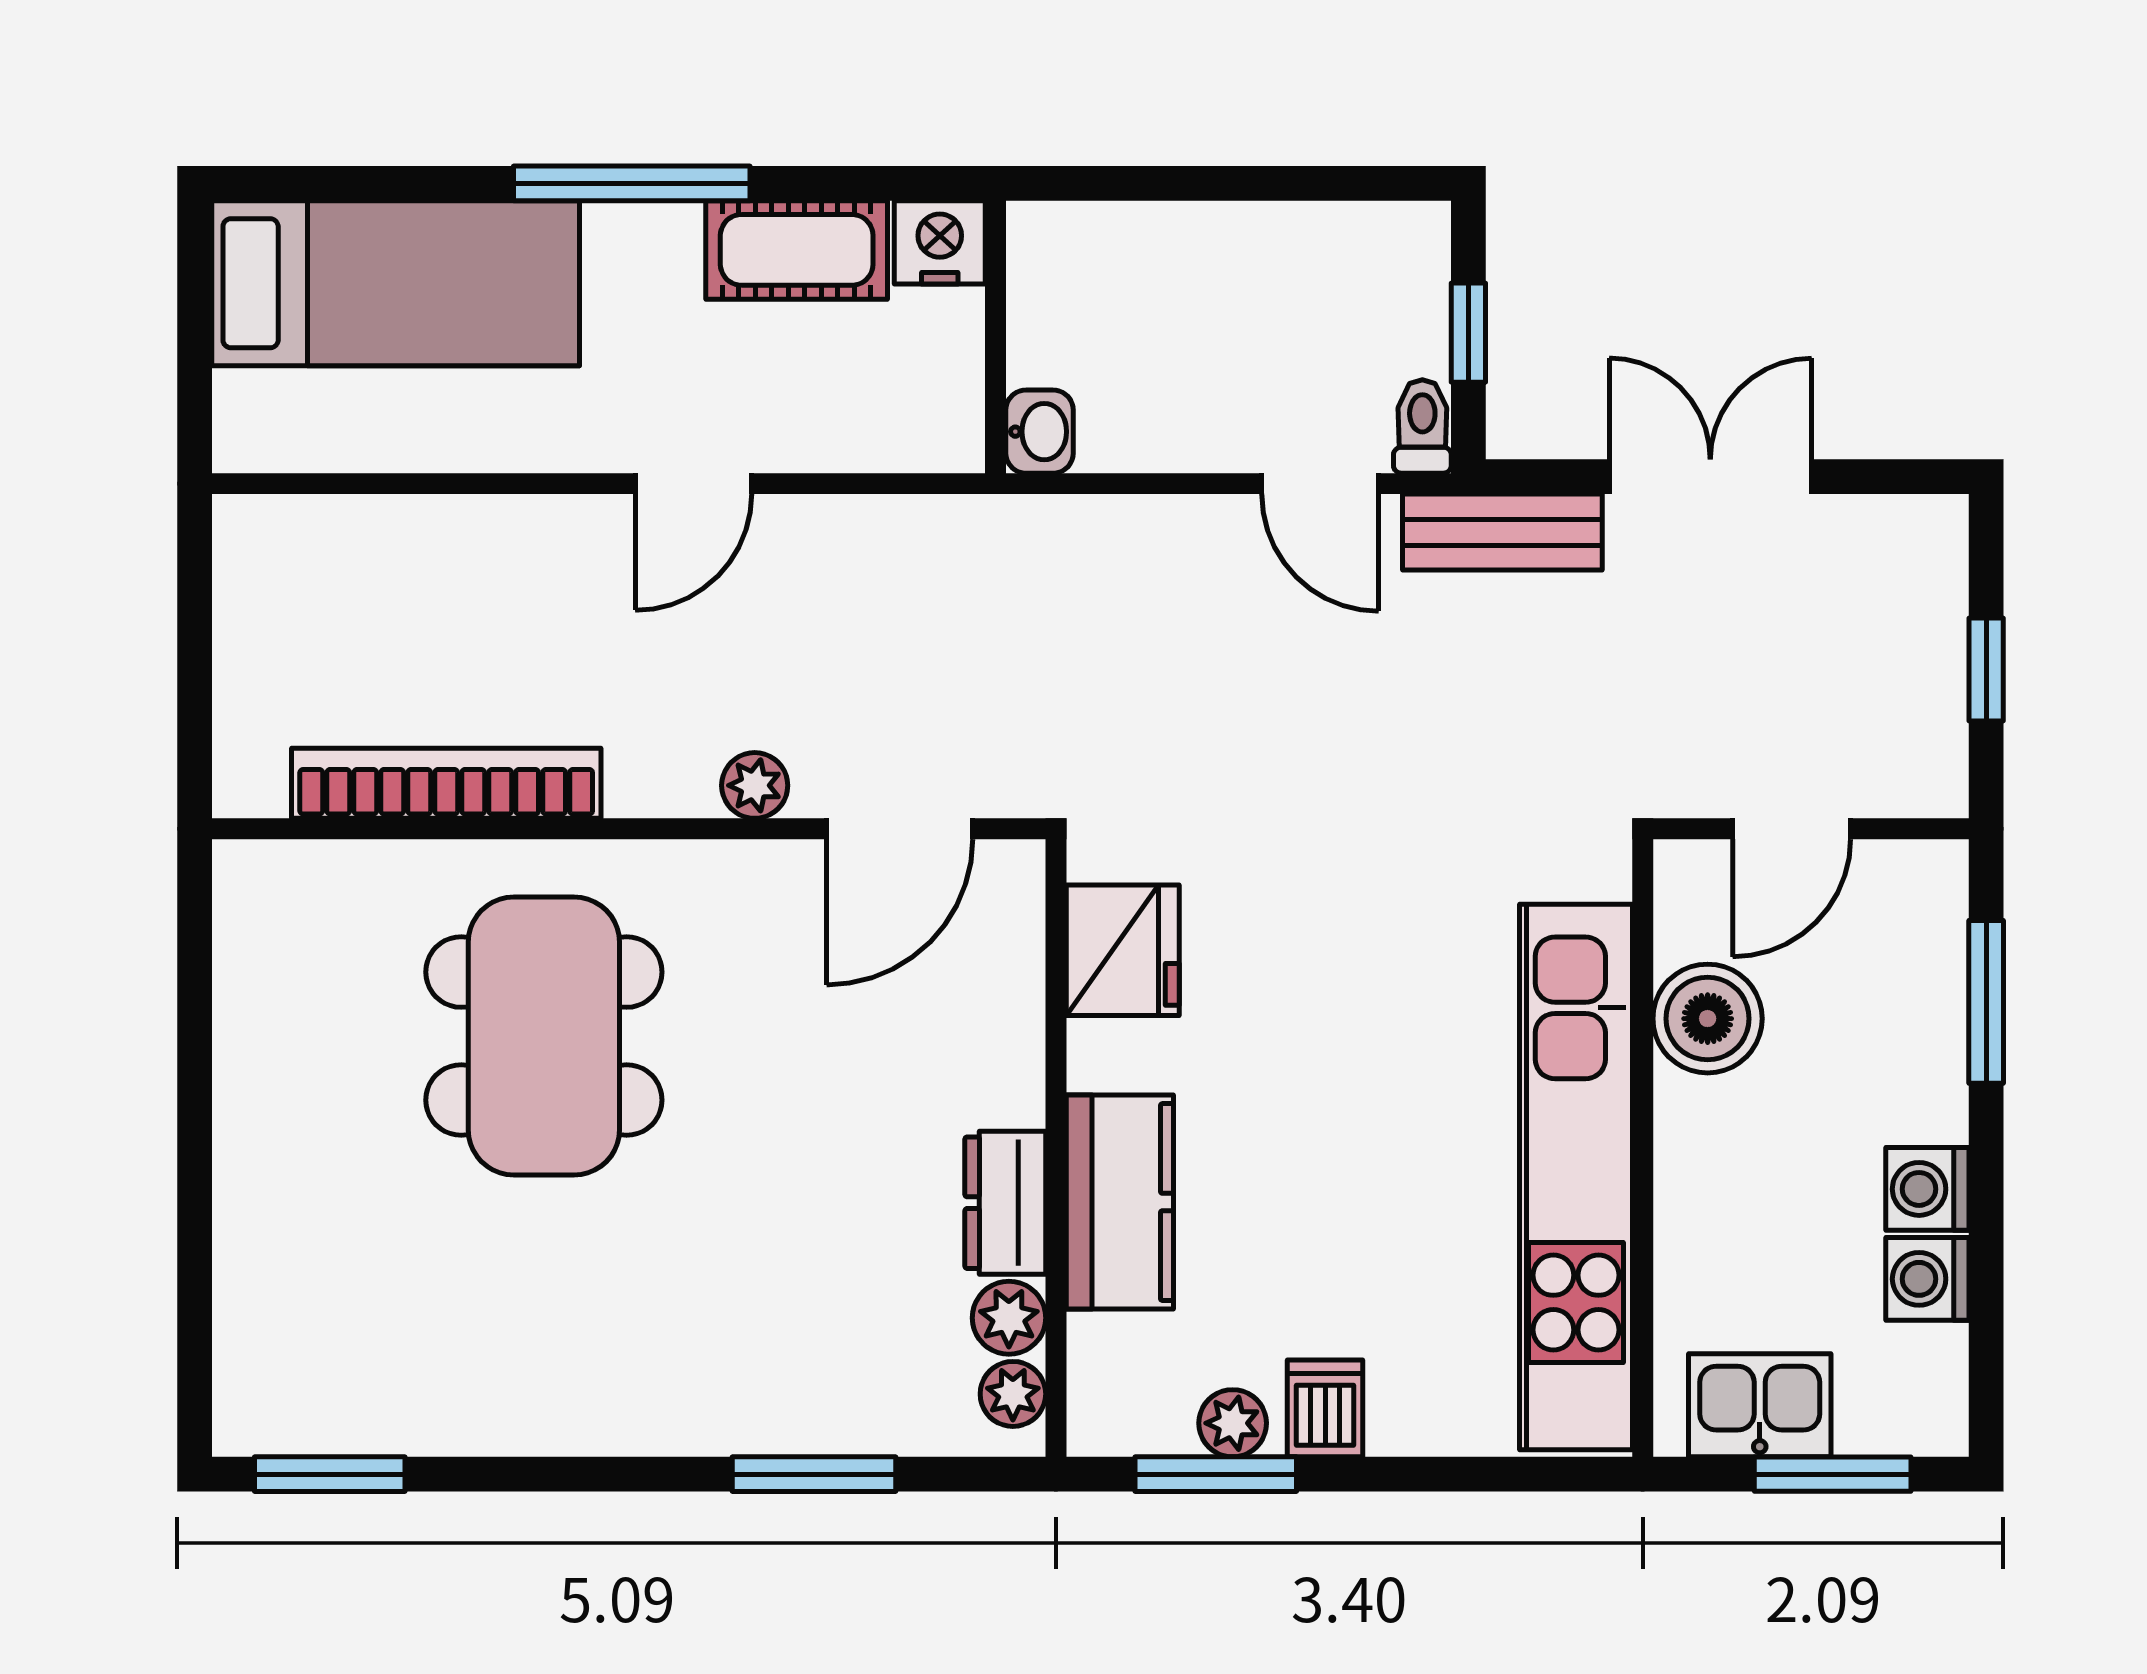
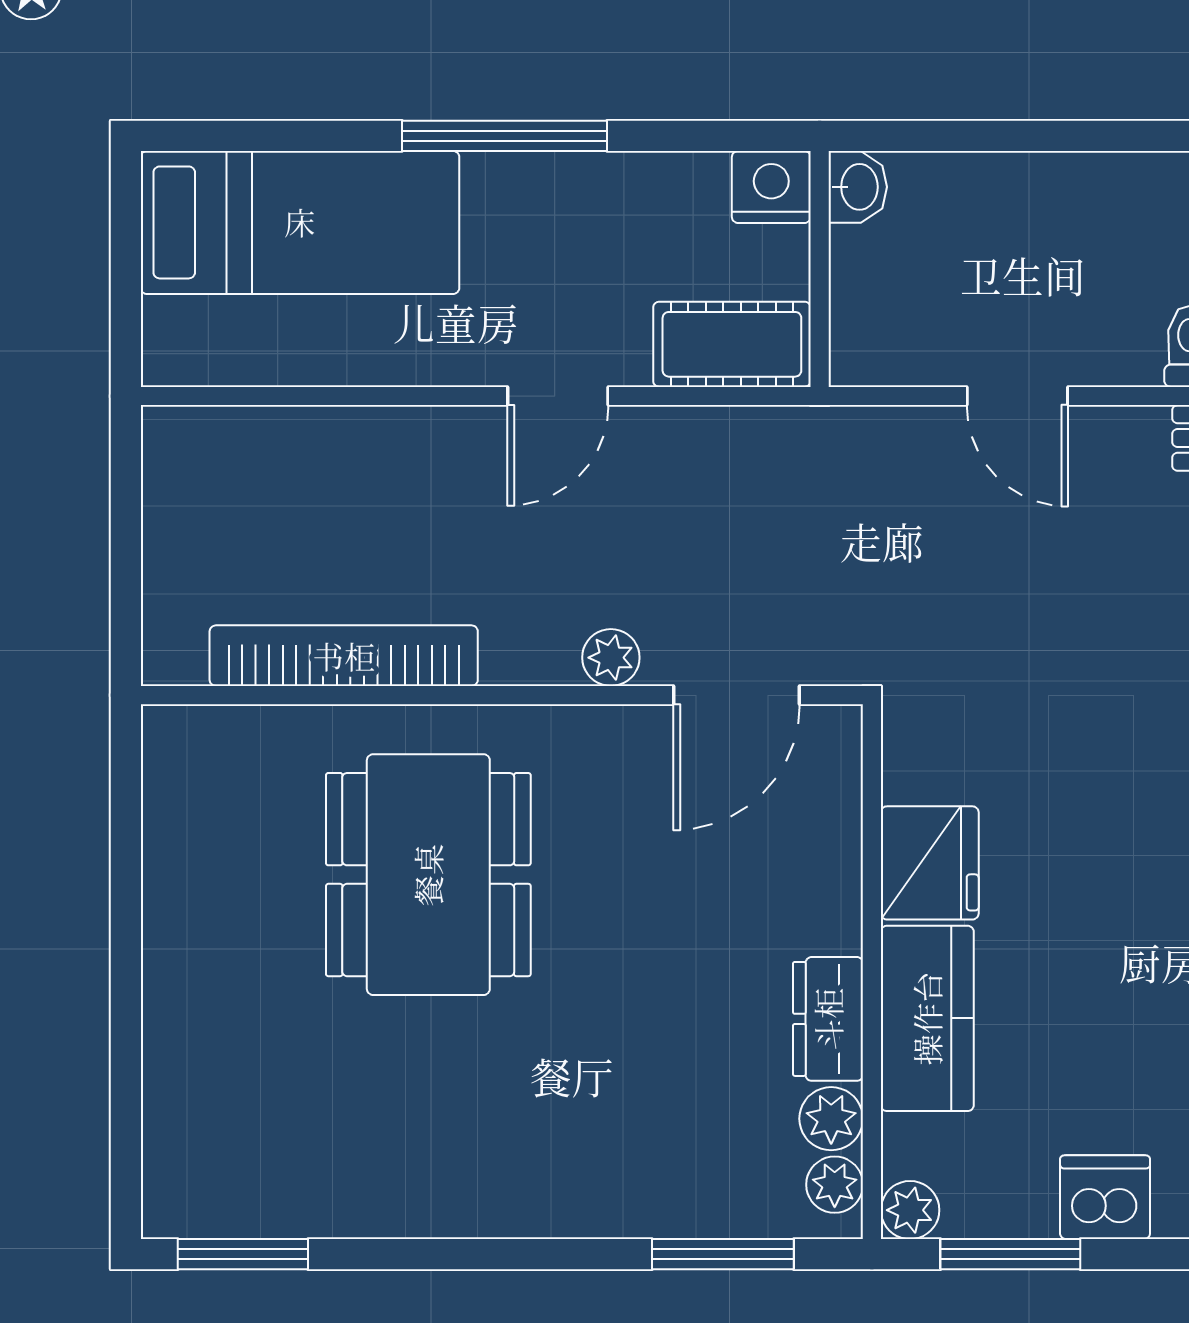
cot: (797, 250) -> (732, 344), moved
washbasin: (1040, 432) -> (858, 187), moved
door: (1320, 484) -> (1017, 396), moved
fridge: (1123, 950) -> (930, 863), moved
dishwasher: (1325, 1408) -> (1105, 1197), width x1.38
plant: (1233, 1423) -> (910, 1210), moved
window: (814, 1474) -> (723, 1254), moved

